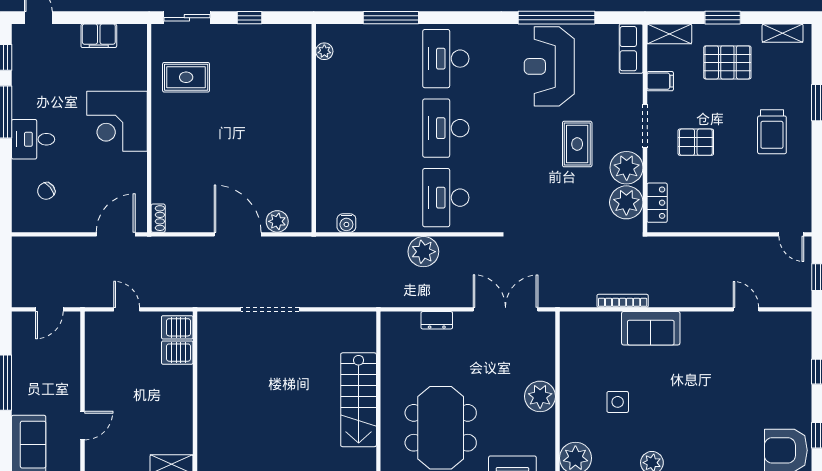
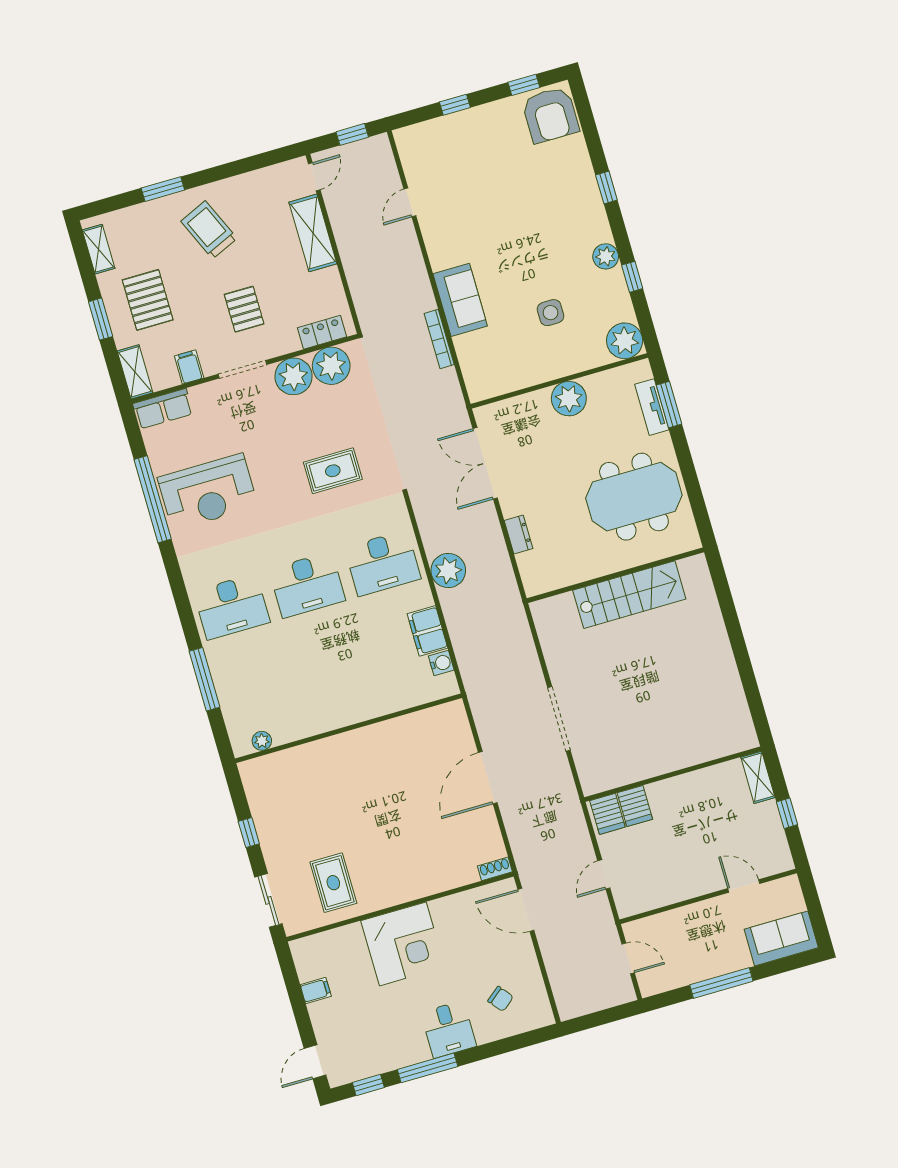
filing cabinet: (99, 36) -> (316, 990), width x0.50
trolley: (772, 132) -> (209, 230), turned -114
rug: (577, 144) -> (333, 471), moved
filing cabinet: (377, 219) -> (427, 631), added
shelving: (744, 219) -> (313, 233), added
plant: (277, 221) -> (461, 739), removed

